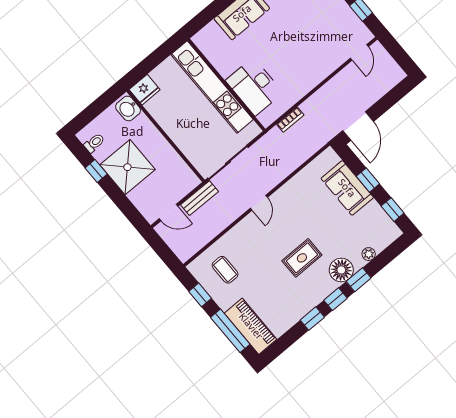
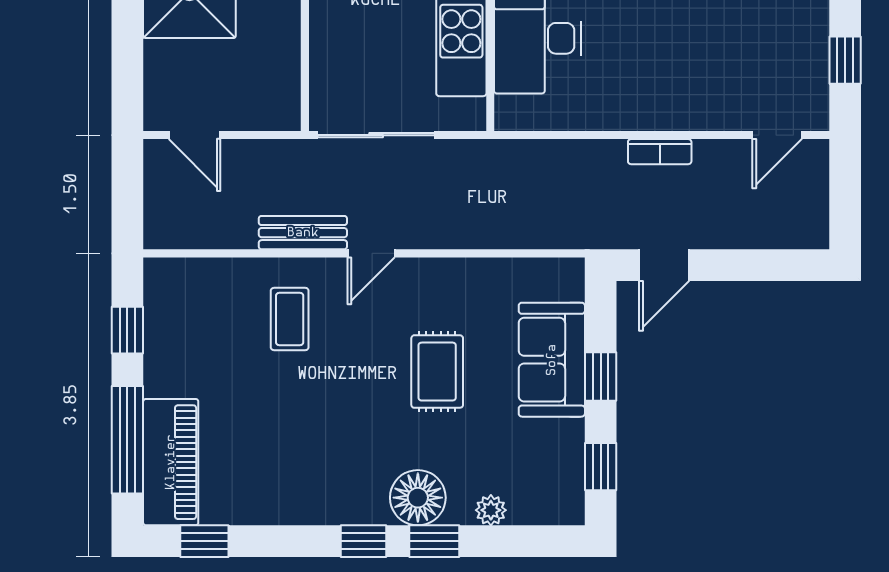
bookcase: (290, 120) -> (660, 152), moved
door: (358, 126) -> (664, 265), width x0.73
bench: (200, 198) -> (303, 233), moved
rug: (302, 258) -> (437, 372), moved, turned 90
coffee table: (225, 270) -> (290, 319), moved
window: (312, 319) -> (204, 541), moved

